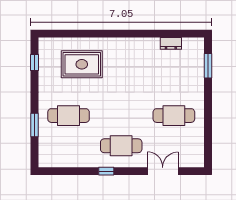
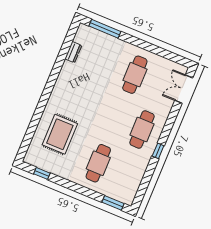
window: (208, 66) -> (105, 29), width x1.44
window: (34, 125) -> (113, 203), moved
double door: (163, 171) -> (184, 89), moved

